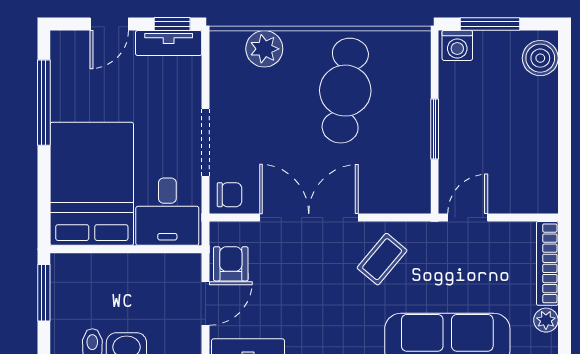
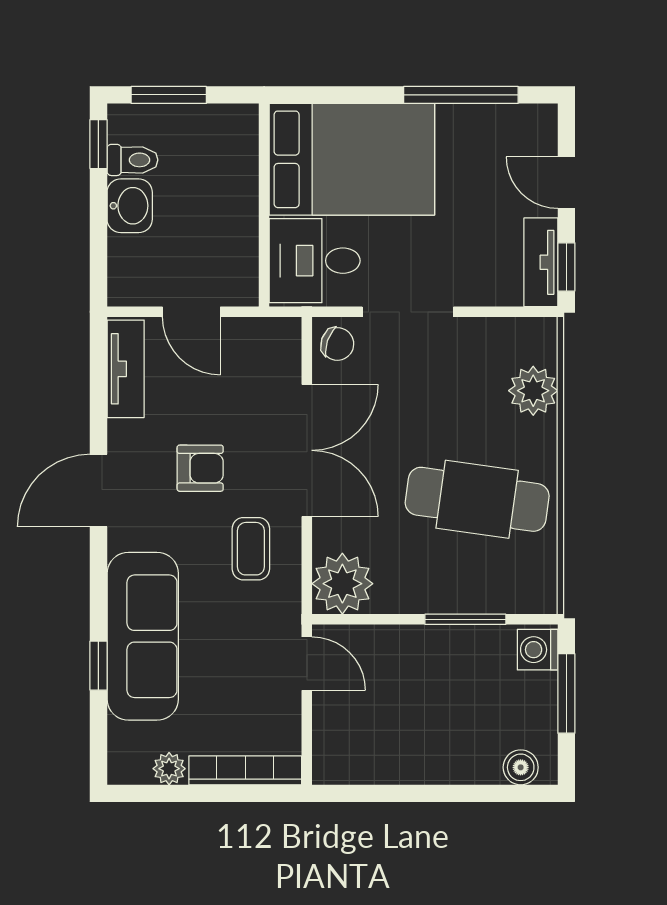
boiler: (540, 58) -> (521, 767), width x0.73, depth x0.73
window: (435, 129) -> (465, 619), moved
plant: (408, 191) -> (342, 584), added
chair: (229, 195) -> (337, 344), turned -71
coffee table: (382, 259) -> (251, 549), turned 50
armchair: (231, 264) -> (200, 468), moved
window: (44, 293) -> (169, 95), moved

